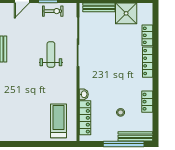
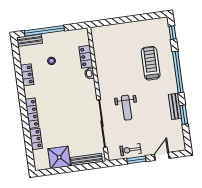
locker: (85, 118) -> (86, 57), width x0.66
treadmill: (58, 121) -> (151, 63), moved, turned 180
bench: (135, 136) -> (30, 40), width x0.73

